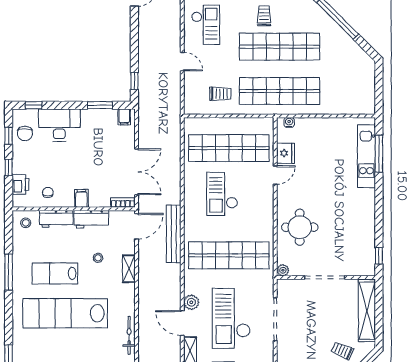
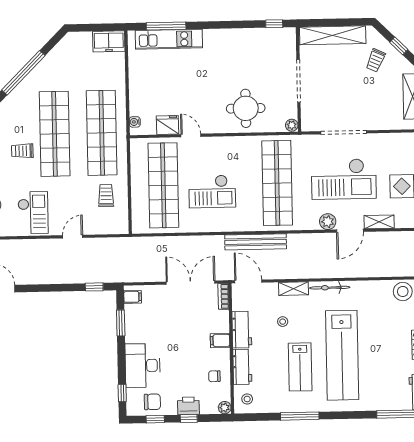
checkout: (206, 25) -> (33, 213), turned 90
freezer: (366, 100) -> (109, 41), added
printer: (20, 184) -> (188, 406), moved
plant: (18, 202) -> (225, 408), added
bicycle: (129, 335) -> (330, 288), moved

